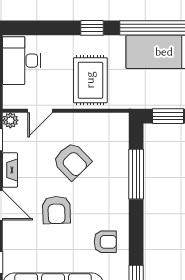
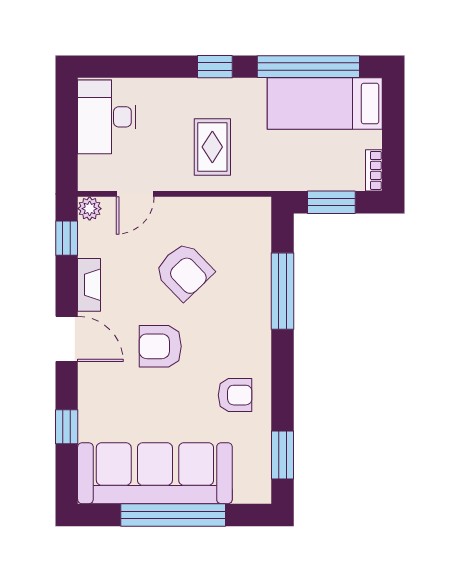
rug: (90, 80) -> (212, 147), width x0.73, depth x0.70
armchair: (56, 210) -> (160, 346), turned 92

